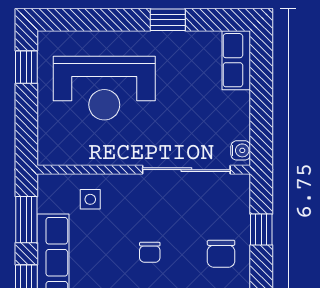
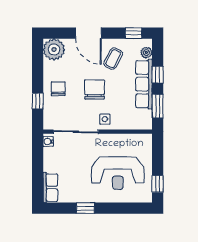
reception desk: (104, 88) -> (118, 173), turned 180
side table: (90, 199) -> (105, 119), moved
chair: (150, 252) -> (95, 90), width x1.87, depth x1.87

